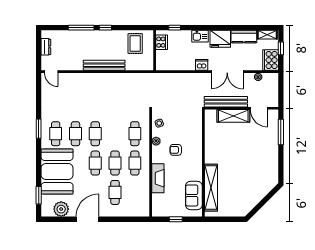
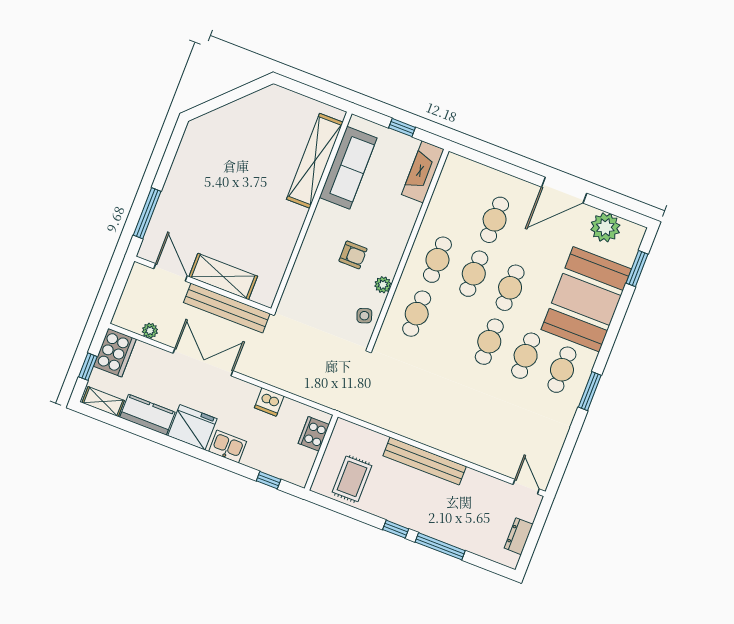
cooker: (162, 42) -> (314, 434), moved
dishwasher: (202, 65) -> (269, 402), moved
fireplace: (158, 178) -> (423, 172), moved
sofa: (194, 195) -> (348, 168), width x1.36

